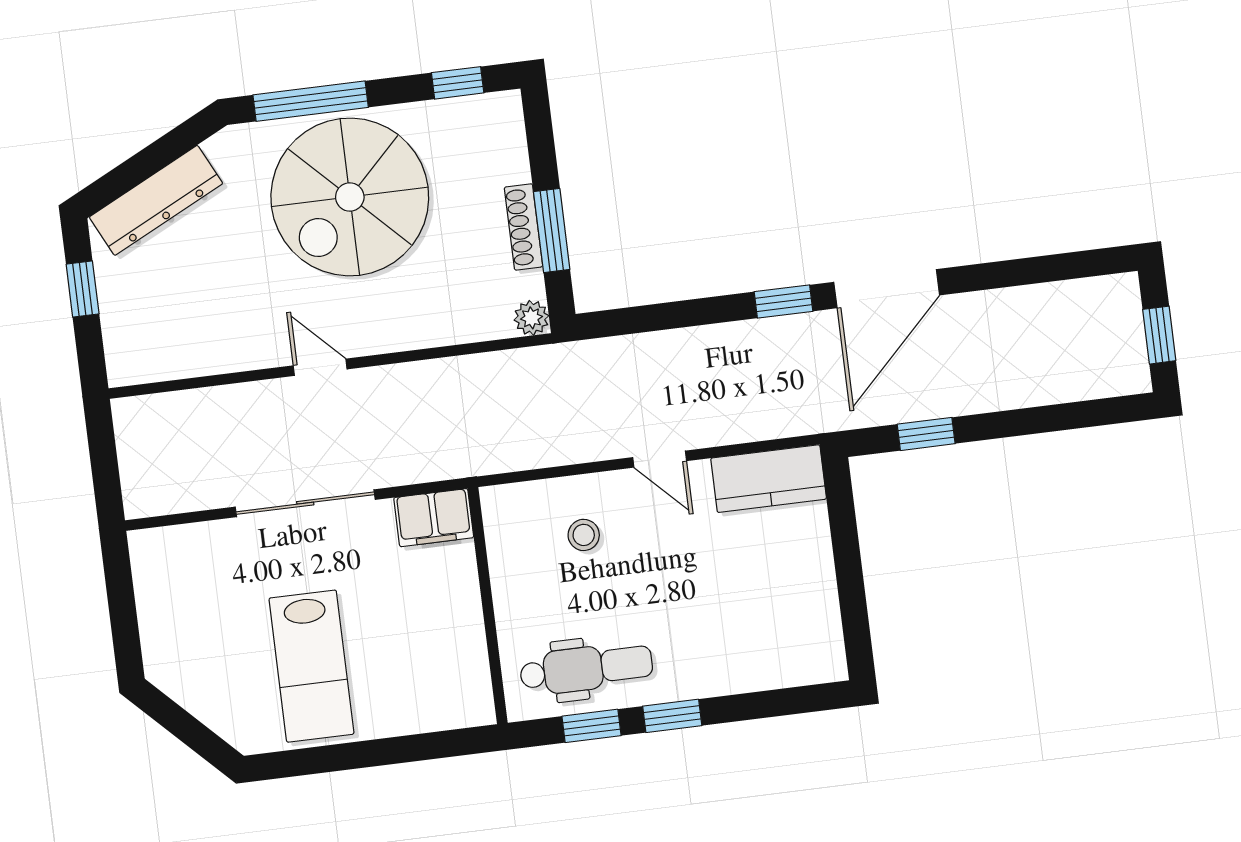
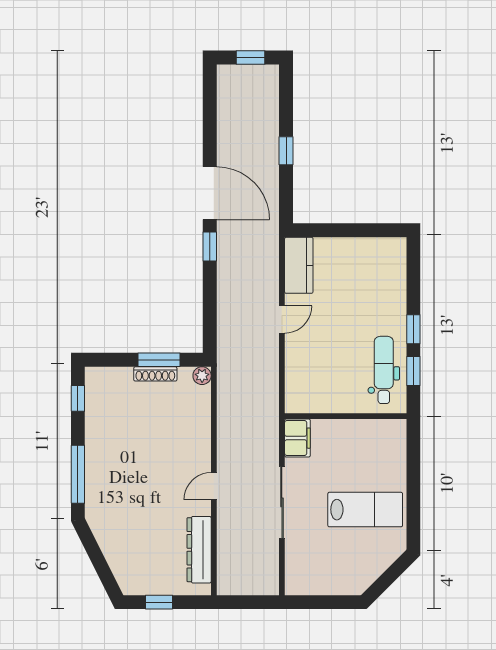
spiral stairs: (350, 197) -> (129, 460), removed
dresser: (156, 200) -> (199, 550), moved, turned -153
window: (926, 434) -> (286, 151), moved
stool: (584, 535) -> (316, 363), removed

